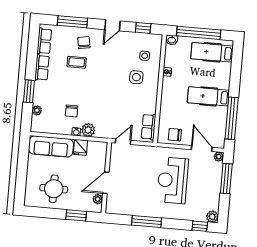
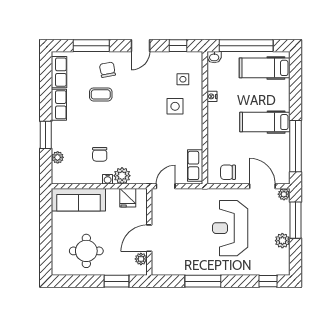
fridge: (80, 147) -> (128, 198), moved
plant: (212, 217) -> (282, 241), moved

